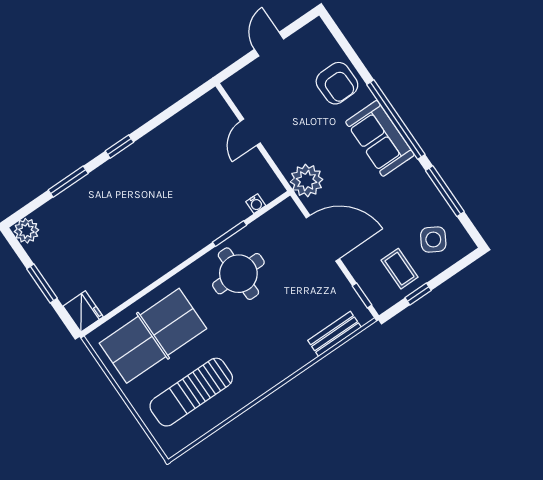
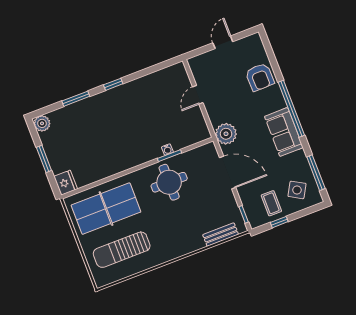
sofa: (380, 138) -> (284, 132), moved
window: (445, 191) -> (316, 173), moved
water cooler: (256, 204) -> (167, 150), moved

